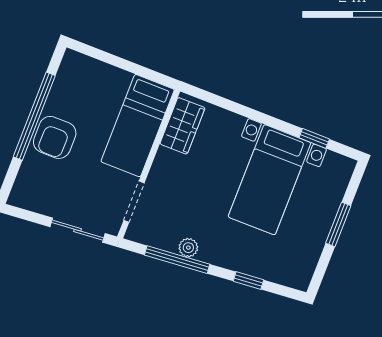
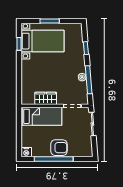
nightstand: (72, 62) -> (26, 152), added
wardrobe: (182, 126) -> (46, 98), moved
bed with nightstands: (270, 180) -> (42, 41), moved

